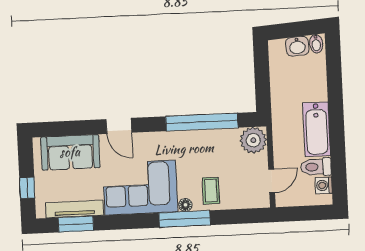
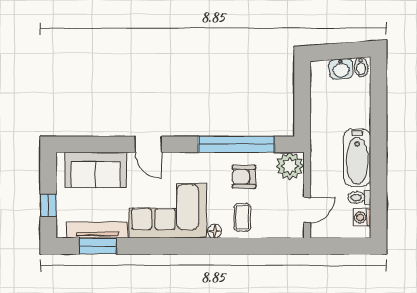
armchair: (211, 152) -> (244, 177), added
toilet: (316, 167) -> (359, 197), width x0.73, depth x0.72
window: (185, 219) -> (213, 246), removed

